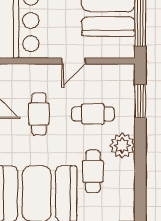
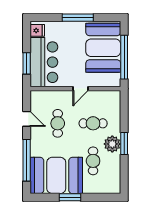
window: (140, 101) -> (124, 143), moved

